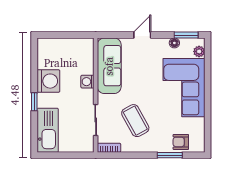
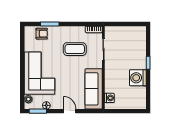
door: (142, 35) -> (70, 111), swing flipped
washing machine: (87, 82) -> (109, 98), moved
coffee table: (135, 121) -> (75, 49), turned -61
kitchen sink: (48, 130) -> (138, 42), removed

